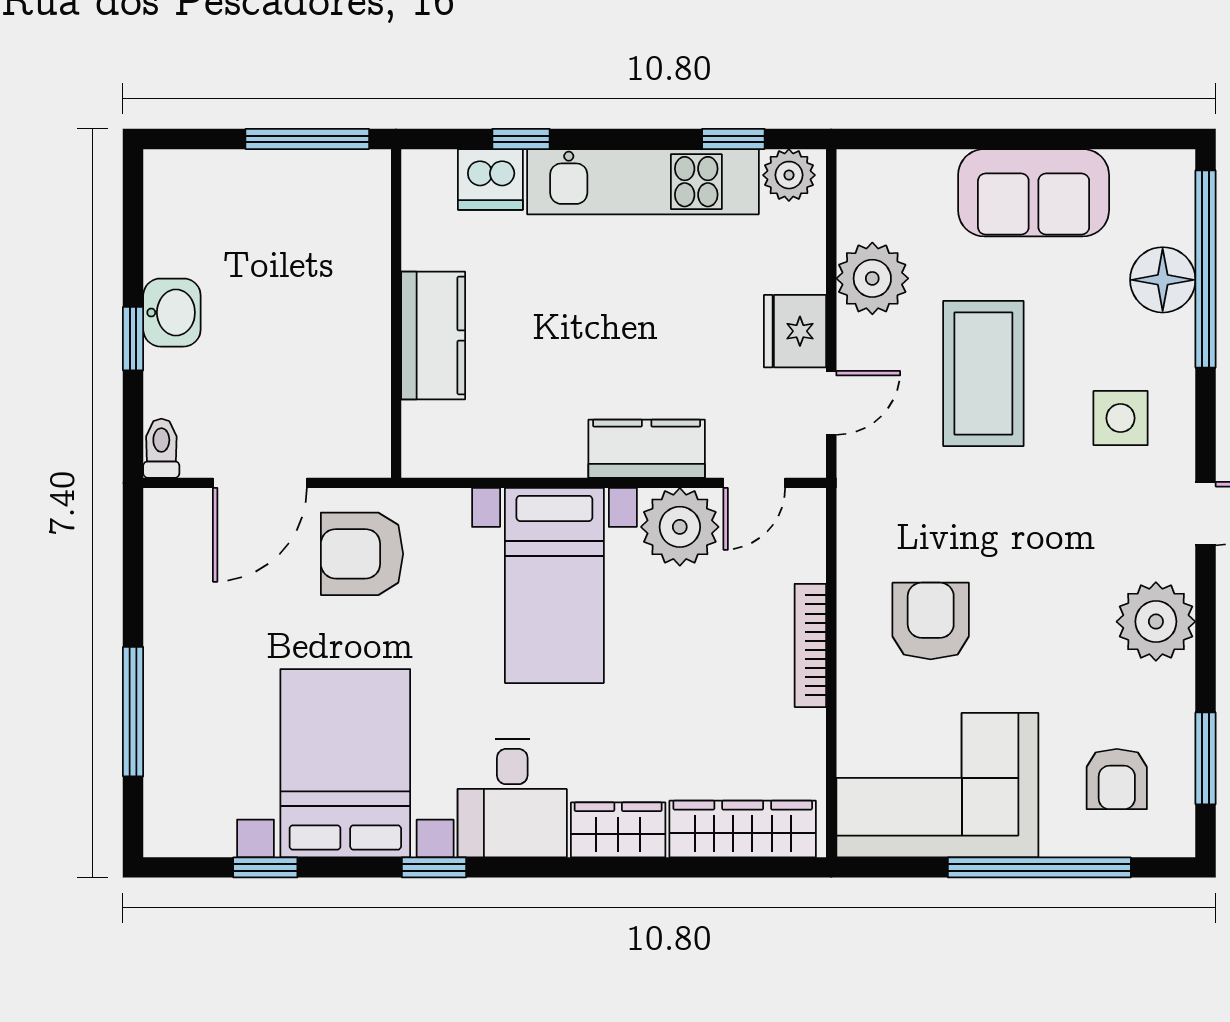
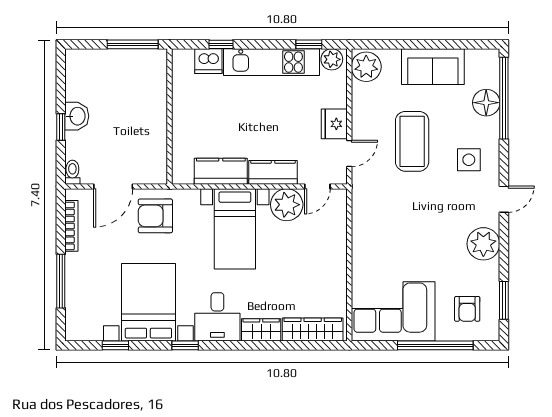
plant: (872, 278) -> (366, 67), moved
kitchen counter: (433, 335) -> (221, 171), moved, turned -90
armchair: (931, 621) -> (390, 244), removed
bookcase: (810, 645) -> (71, 226), moved, turned 180

